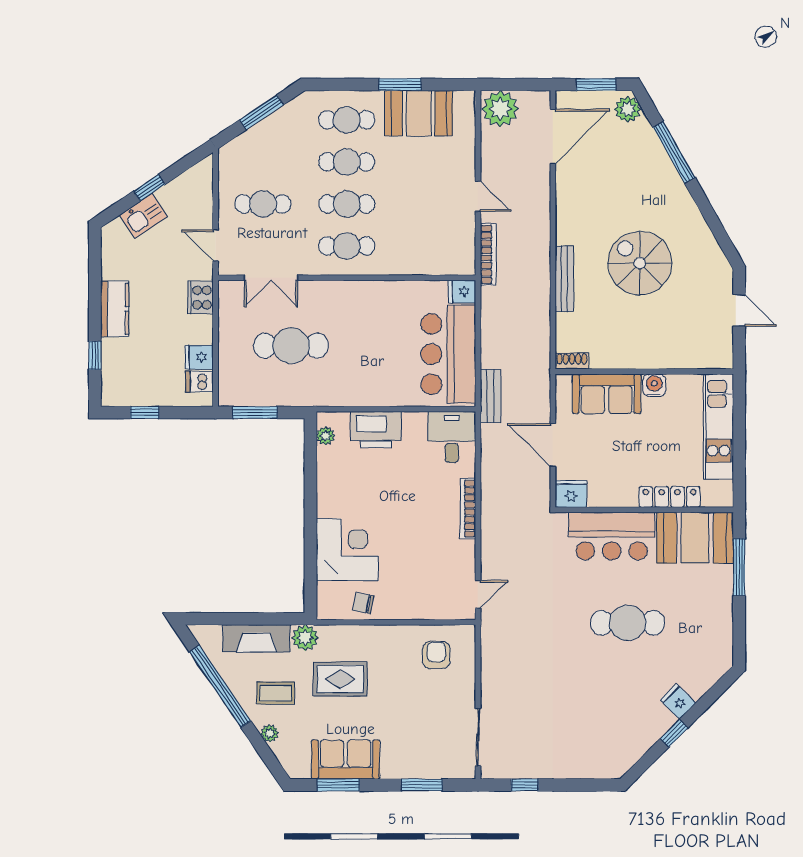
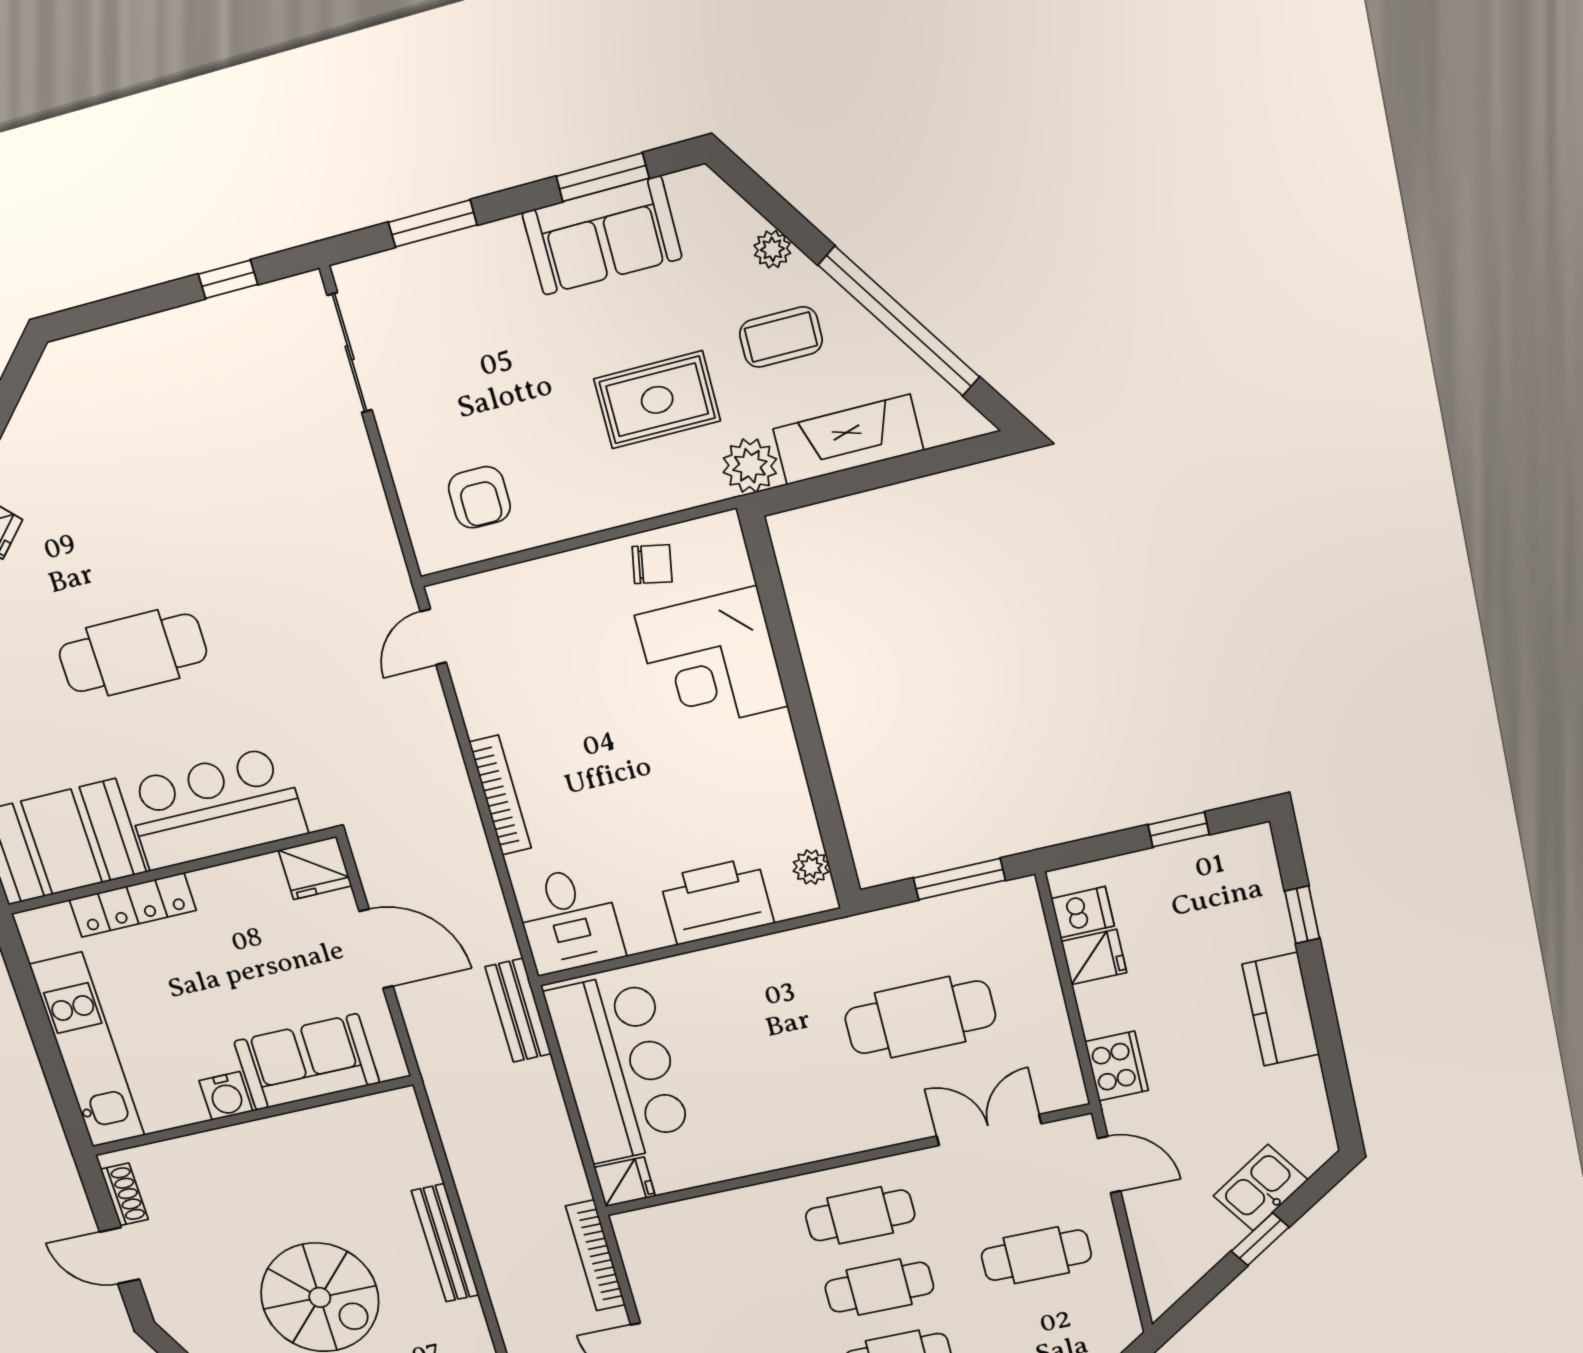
shoe rack: (572, 361) -> (124, 1194), moved, turned -90

